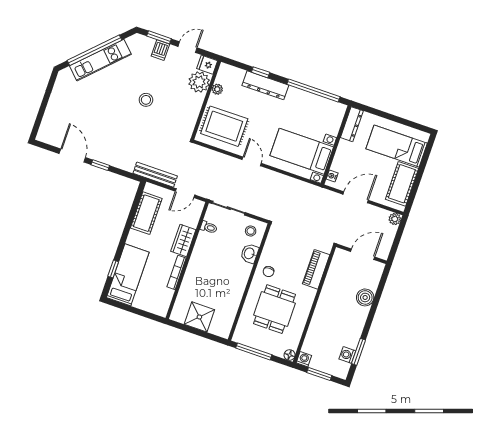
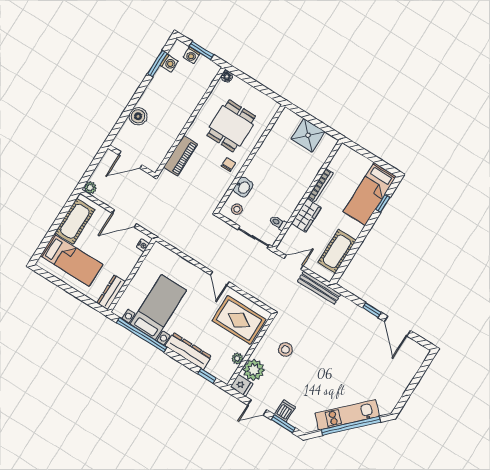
window: (261, 72) -> (207, 376), moved
stool: (146, 100) -> (285, 349), moved
bed with nightstands: (302, 151) -> (158, 307), moved, turned -90
window: (254, 351) -> (262, 88), removed
washing machine: (304, 359) -> (192, 55), moved

